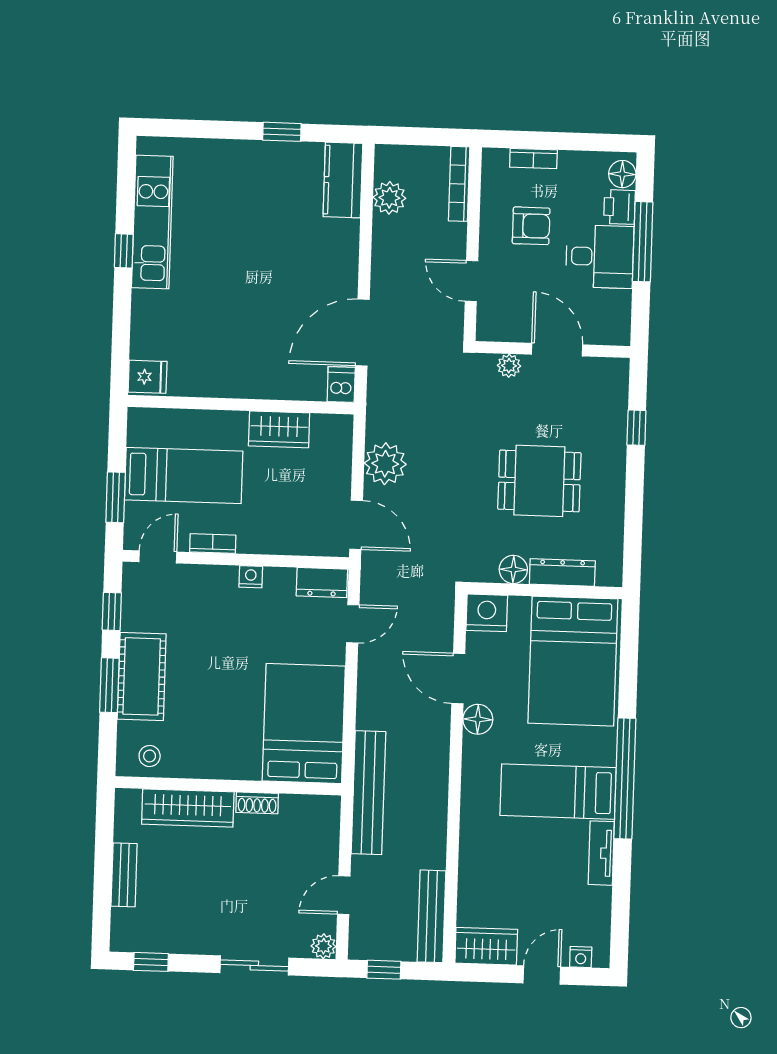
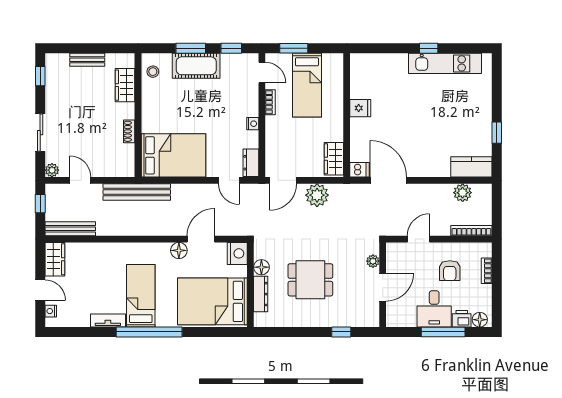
fridge: (148, 377) -> (360, 108), moved, turned -90
wardrobe: (279, 429) -> (334, 159), moved
dining table: (539, 481) -> (310, 280), turned 90
wardrobe: (188, 808) -> (125, 85), width x0.67

